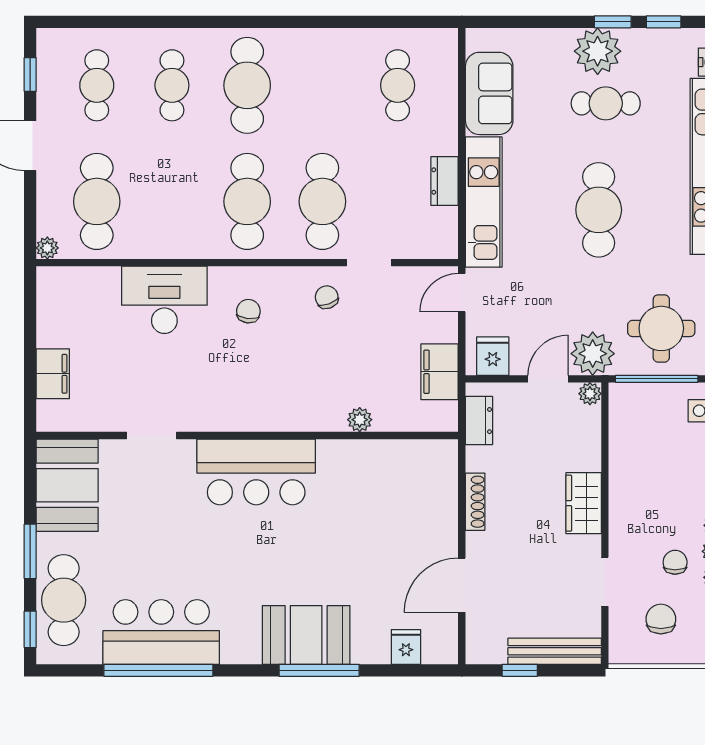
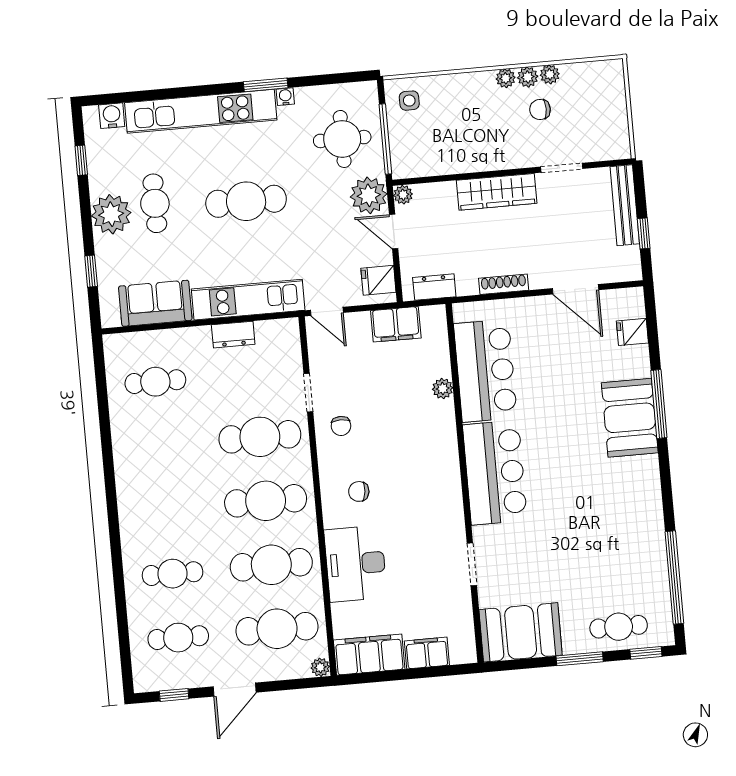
window: (613, 22) -> (91, 271), moved
cafe table: (247, 85) -> (271, 565), moved
chair: (327, 297) -> (341, 426), turned -70
filing cabinet: (57, 306) -> (369, 655), added
wardrobe: (584, 503) -> (497, 192), width x1.50
cafe table: (64, 600) -> (619, 627), width x0.73, depth x0.74
chair: (661, 619) -> (589, 117), removed
bar counter: (161, 632) -> (485, 371), moved, turned 180
window: (158, 670) -> (674, 578), moved

